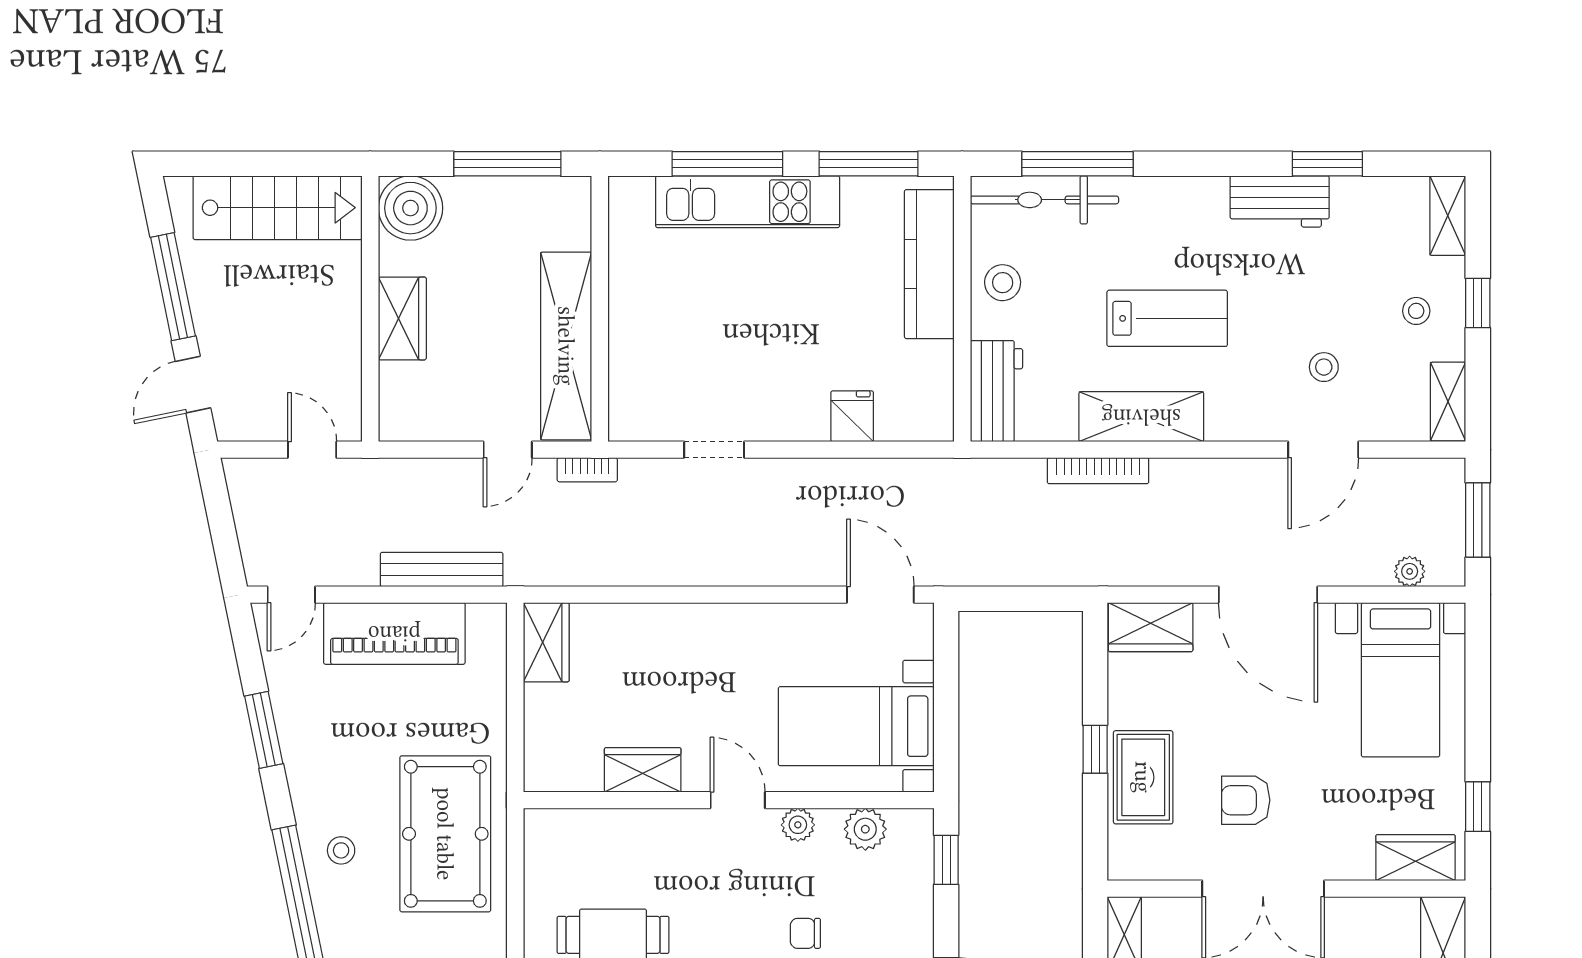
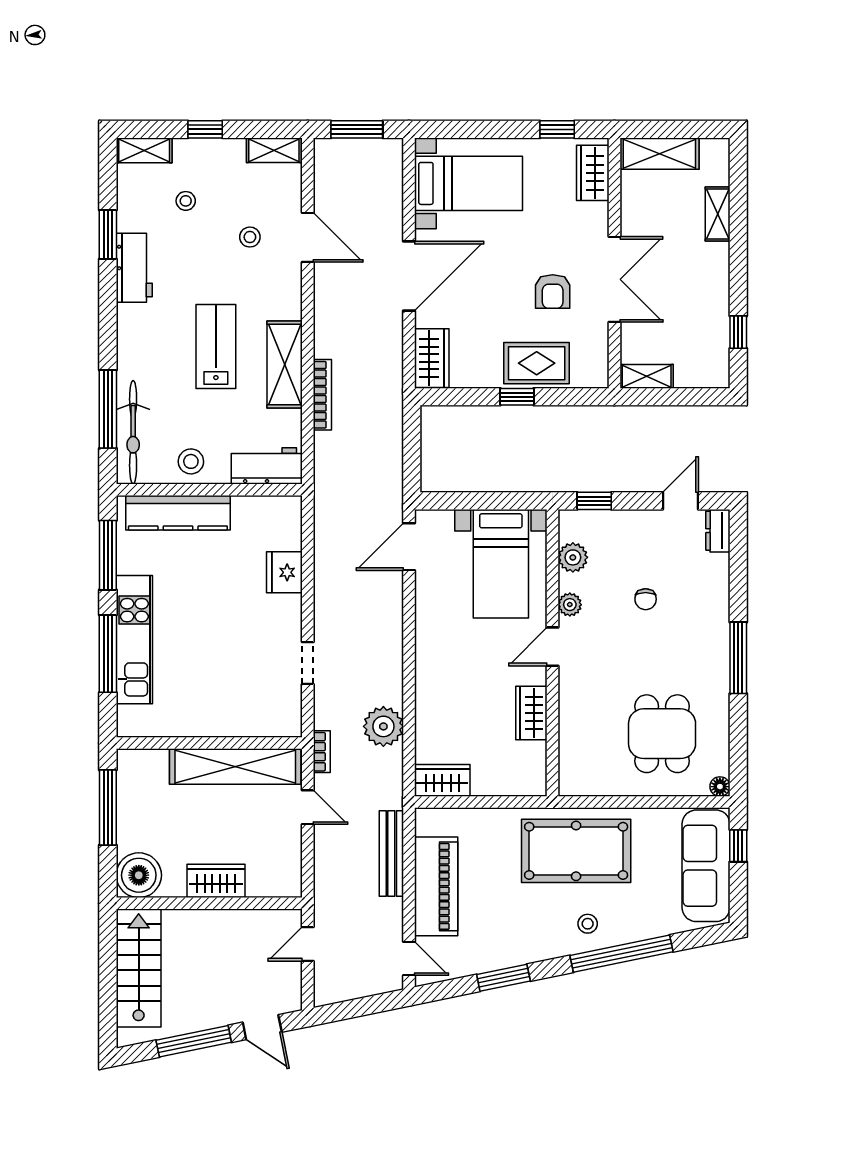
stool: (1416, 311) -> (186, 201), moved
fridge: (852, 416) -> (284, 572), width x1.38
plant: (1410, 571) -> (383, 726), moved, width x1.88, depth x1.88

